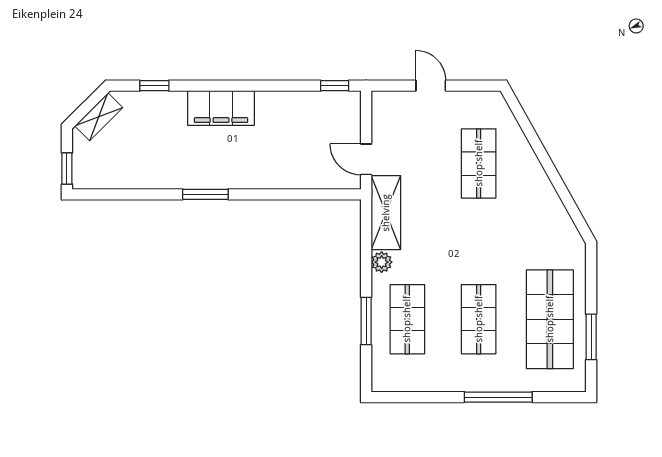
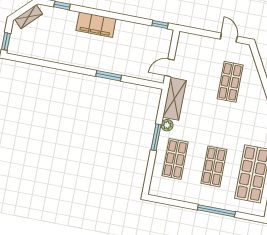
door: (431, 86) -> (229, 38), moved
door: (366, 159) -> (169, 68), hinge flipped
window: (205, 194) -> (109, 76), moved
window: (366, 321) -> (156, 137), moved

